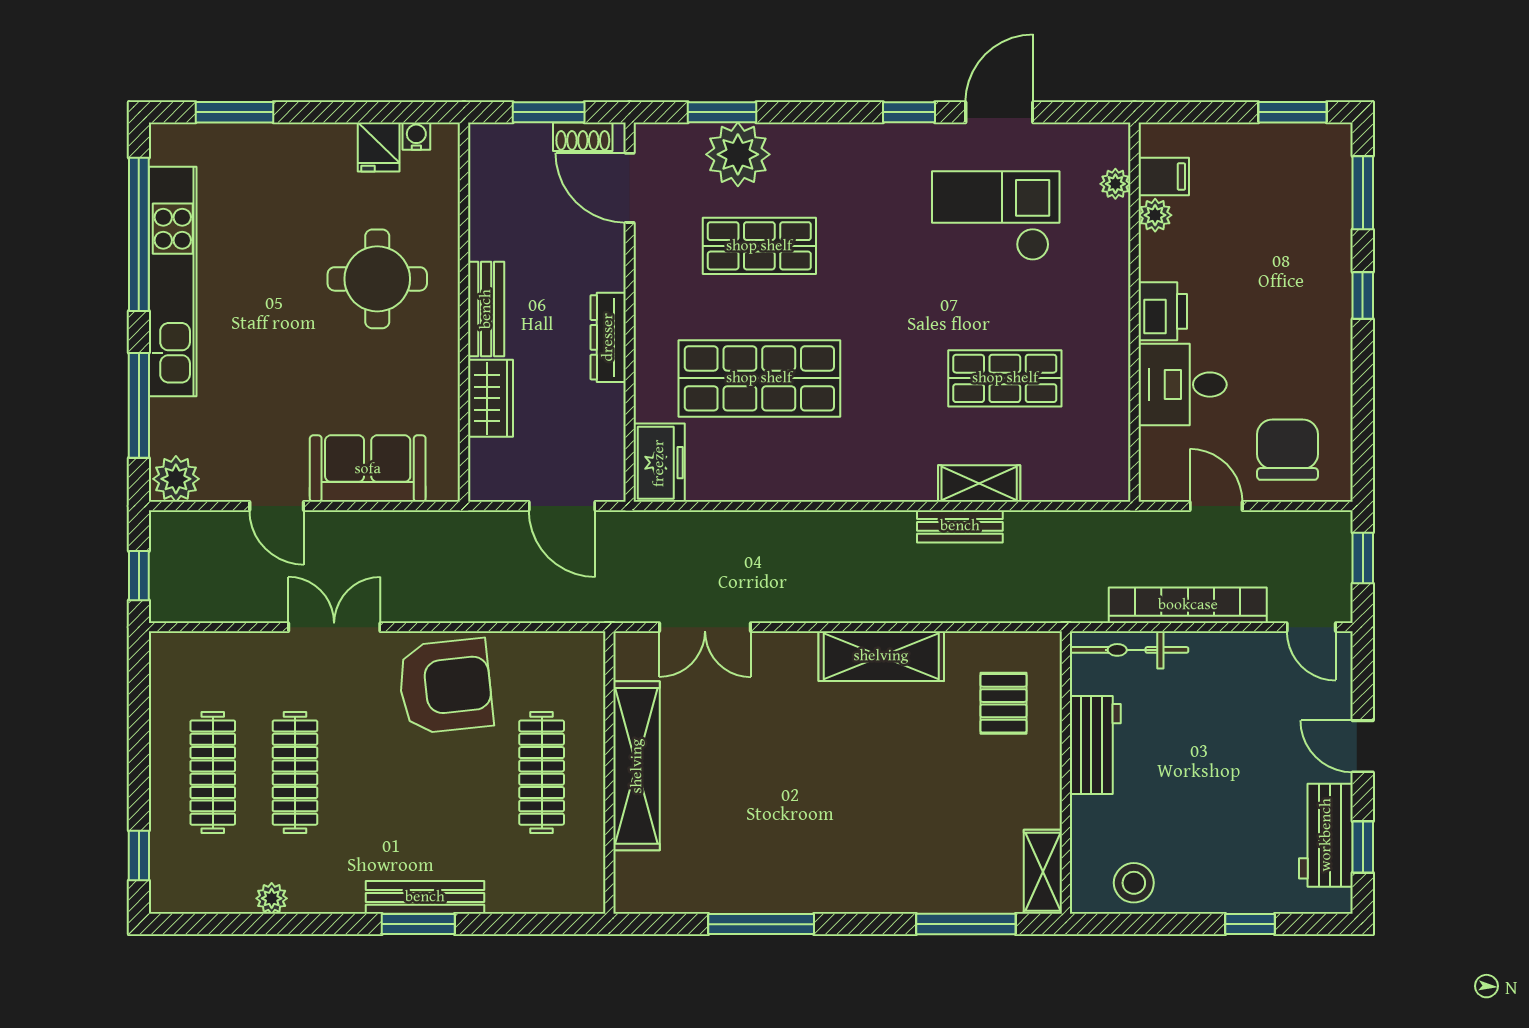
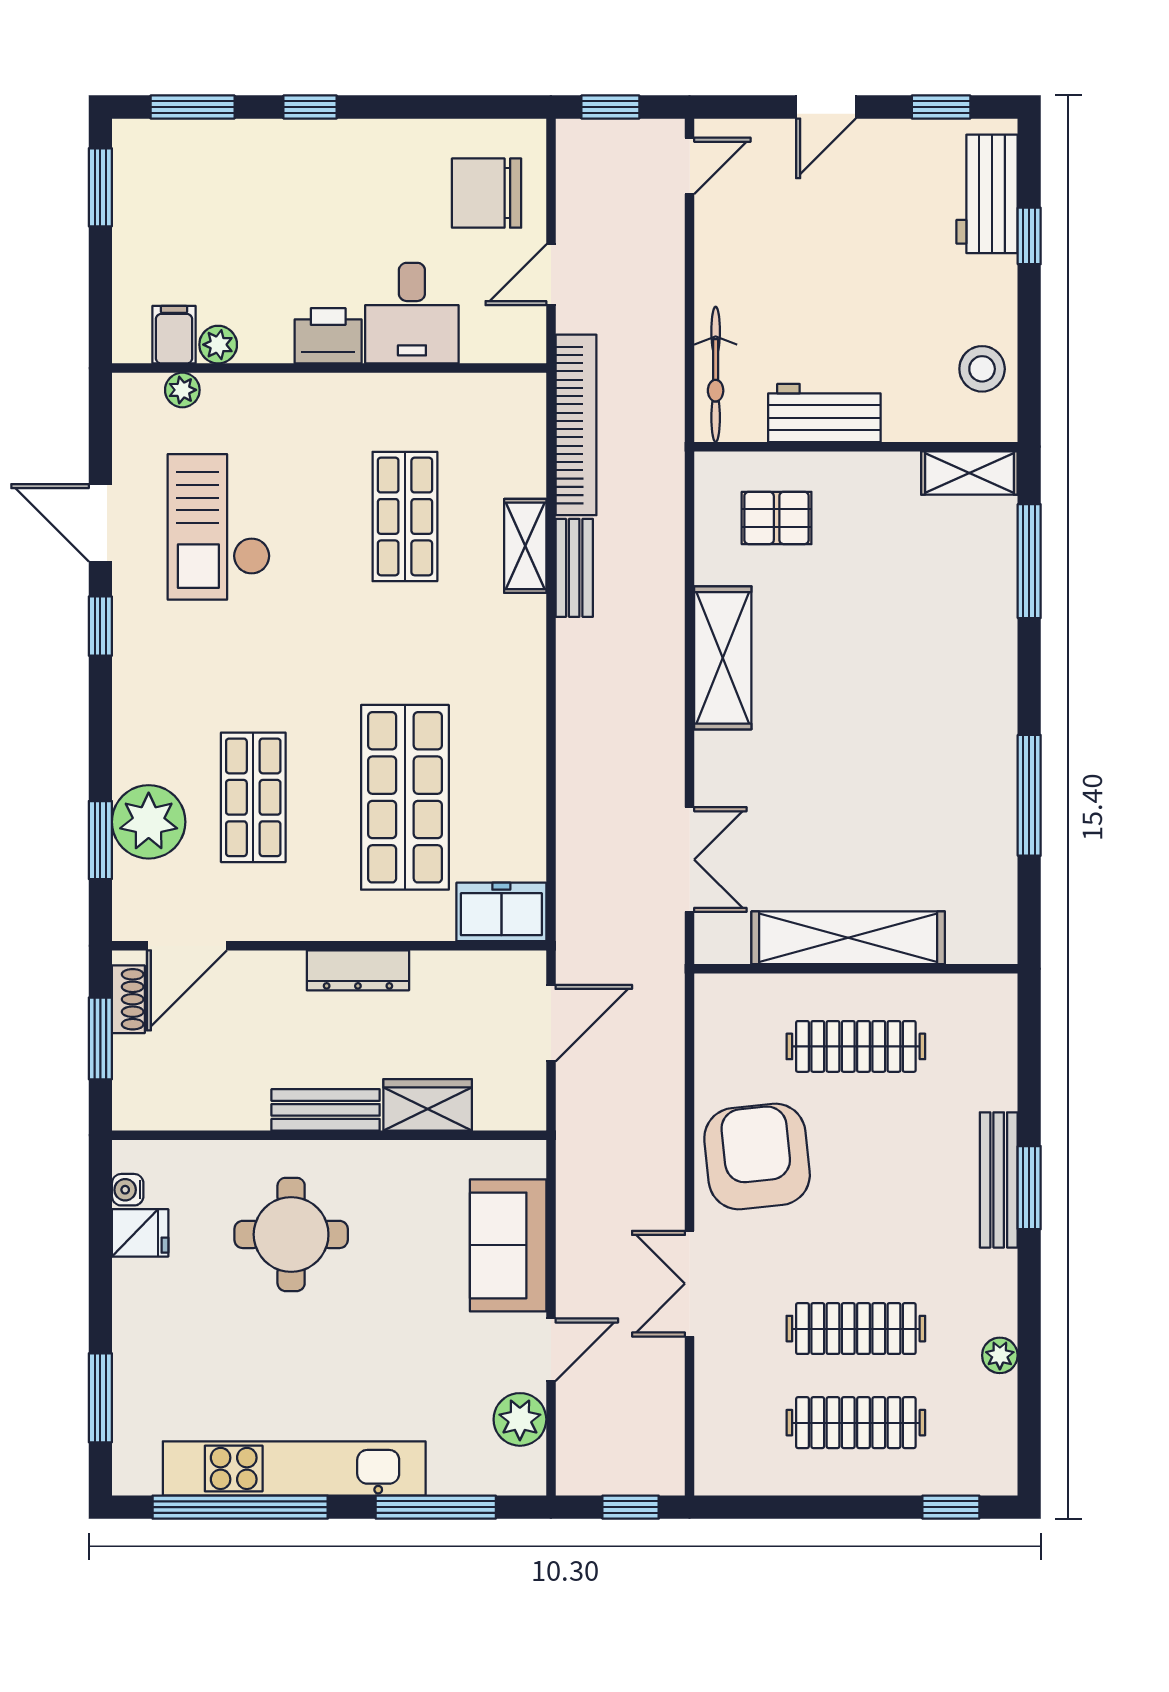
plant: (176, 479) -> (520, 1419), moved
bookcase: (1188, 605) -> (576, 425), moved, turned 180
workbench: (1326, 835) -> (987, 194), moved, turned 90

